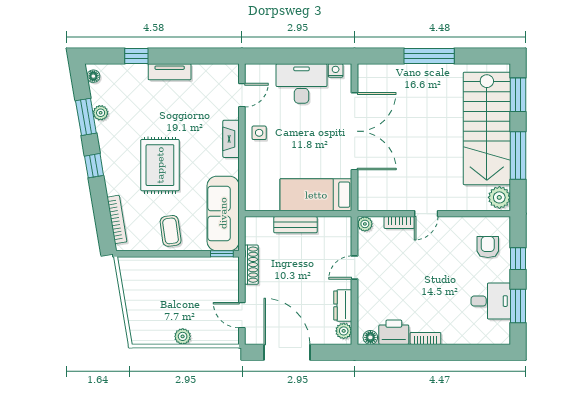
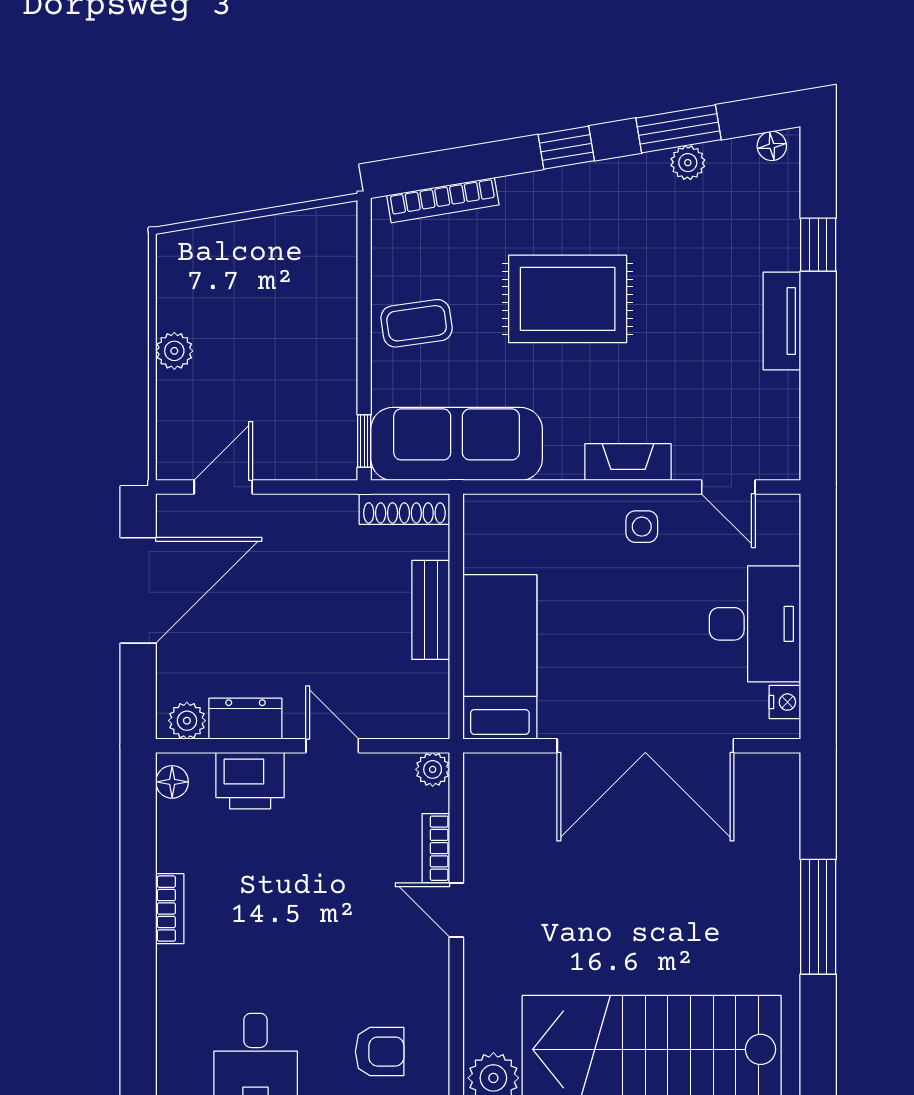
shoe rack: (251, 265) -> (404, 509), moved
printer: (394, 332) -> (250, 781), moved, turned 90

